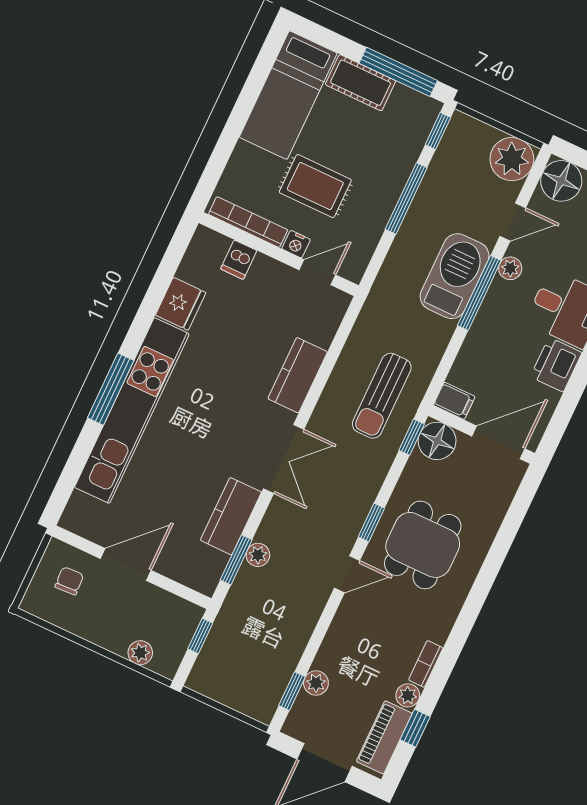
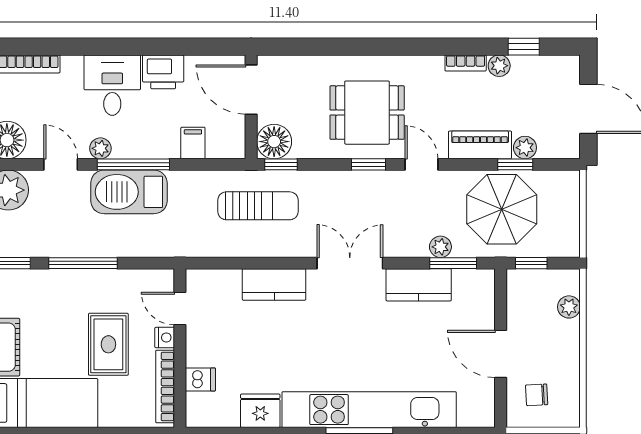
filing cabinet: (454, 401) -> (193, 143), moved
parasol: (266, 632) -> (502, 209), added
window: (292, 691) -> (515, 164), moved
piano: (384, 737) -> (480, 145), moved, turned 180

